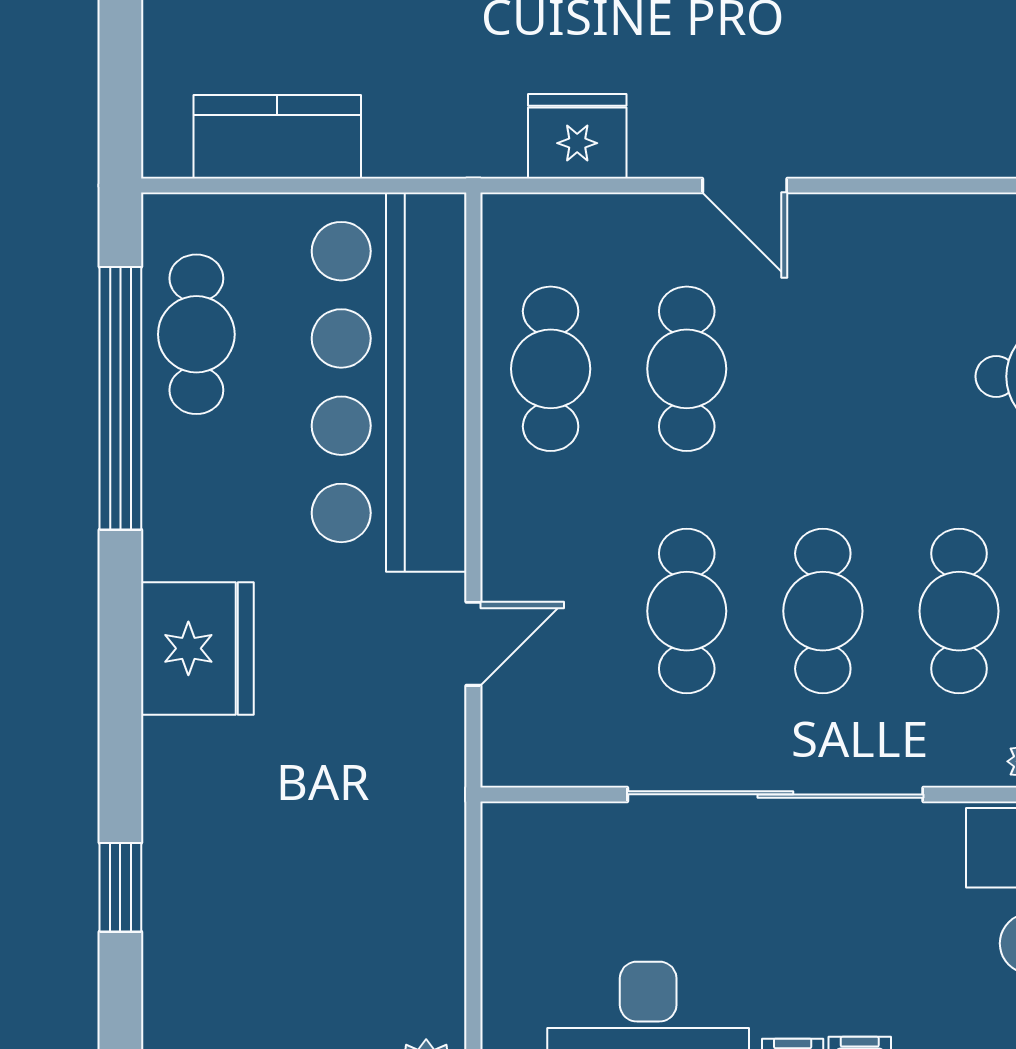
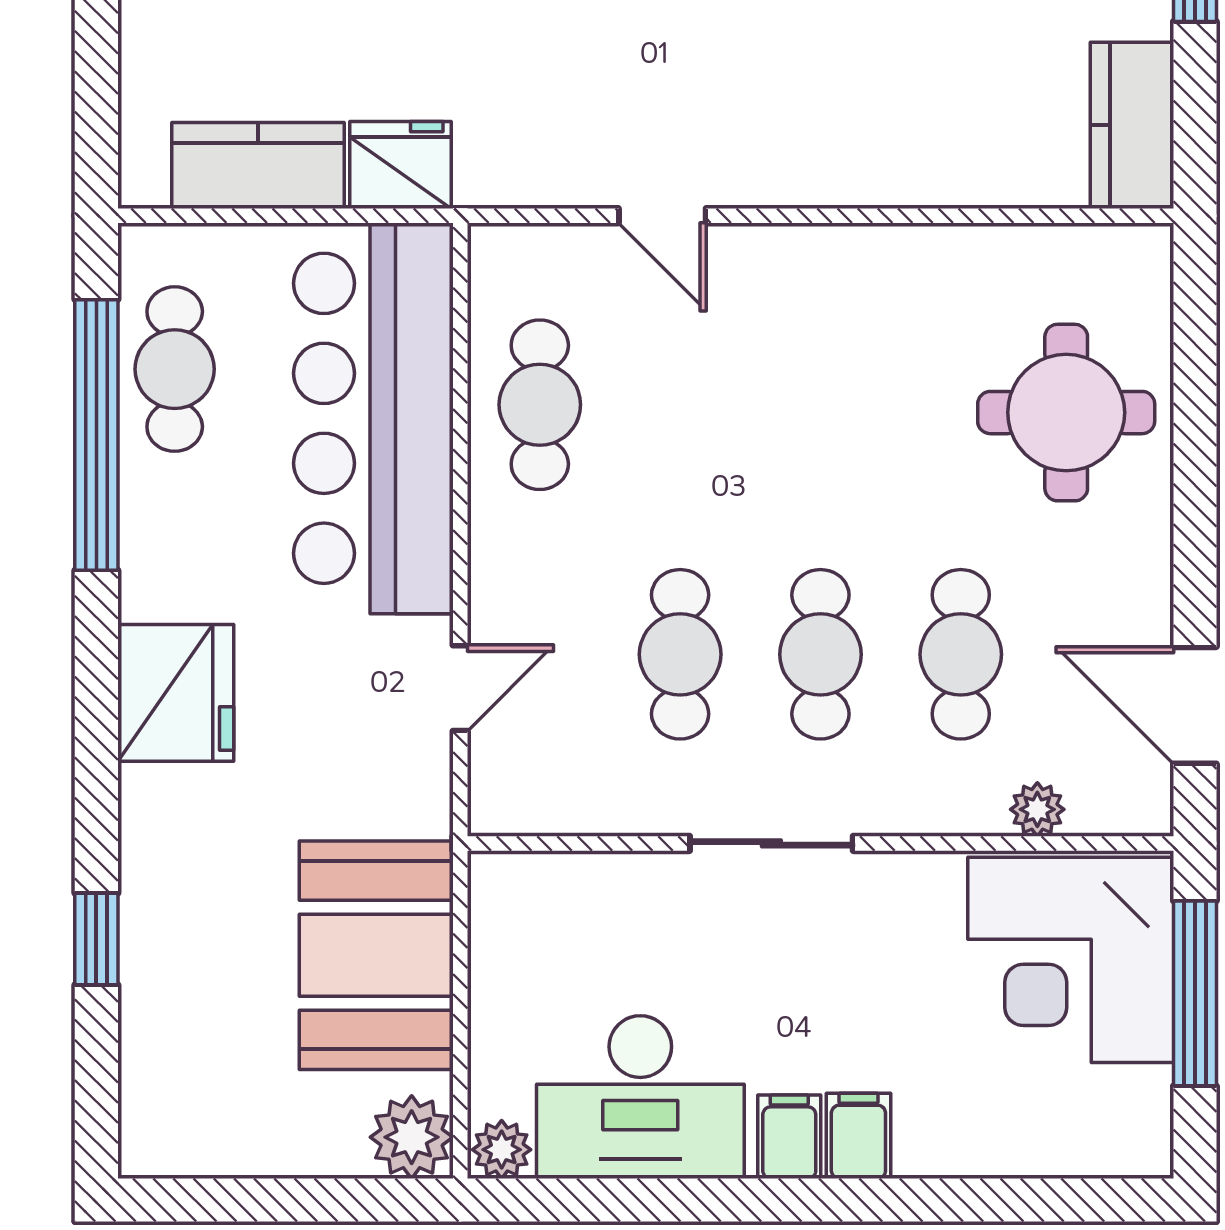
fridge: (577, 136) -> (400, 165), moved
door: (745, 185) -> (662, 216), moved
cafe table: (687, 369) -> (680, 405), removed
sliding door: (775, 794) -> (771, 843), width x0.54
booth: (392, 903) -> (376, 955), added

